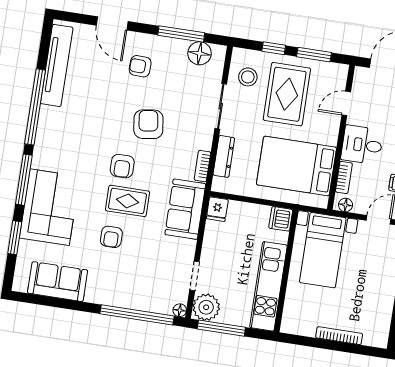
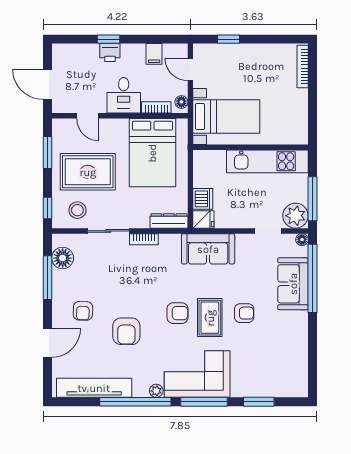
window: (274, 48) -> (47, 208), moved
armchair: (148, 124) -> (126, 331), moved, turned -82
plant: (43, 131) -> (156, 391), added
dresser: (224, 156) -> (169, 221), moved
bookcase: (202, 166) -> (144, 239), moved
rug: (127, 201) -> (210, 318), moved
corner sofa: (50, 207) -> (197, 374), moved
dishwasher: (281, 219) -> (203, 199), moved, turned -90
sofa: (58, 282) -> (293, 284), moved
bookcase: (339, 336) -> (303, 67), moved

